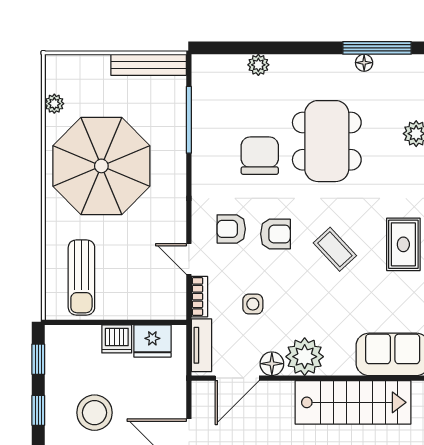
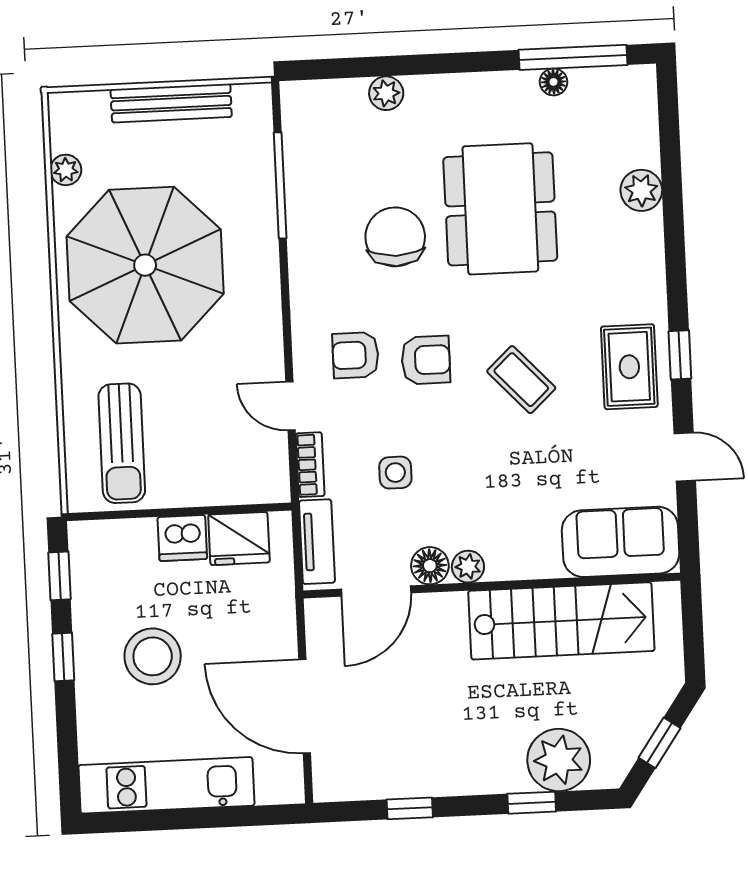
bench: (149, 65) -> (171, 103), moved
plant: (305, 357) -> (468, 567), width x0.53, depth x0.53

